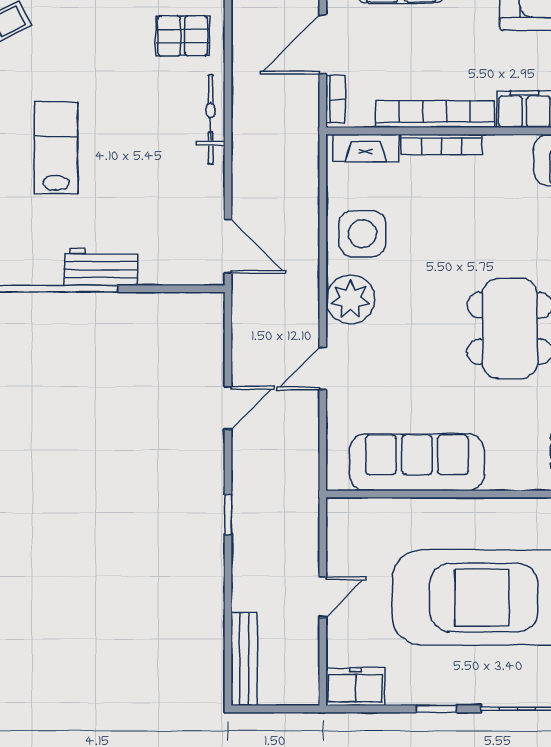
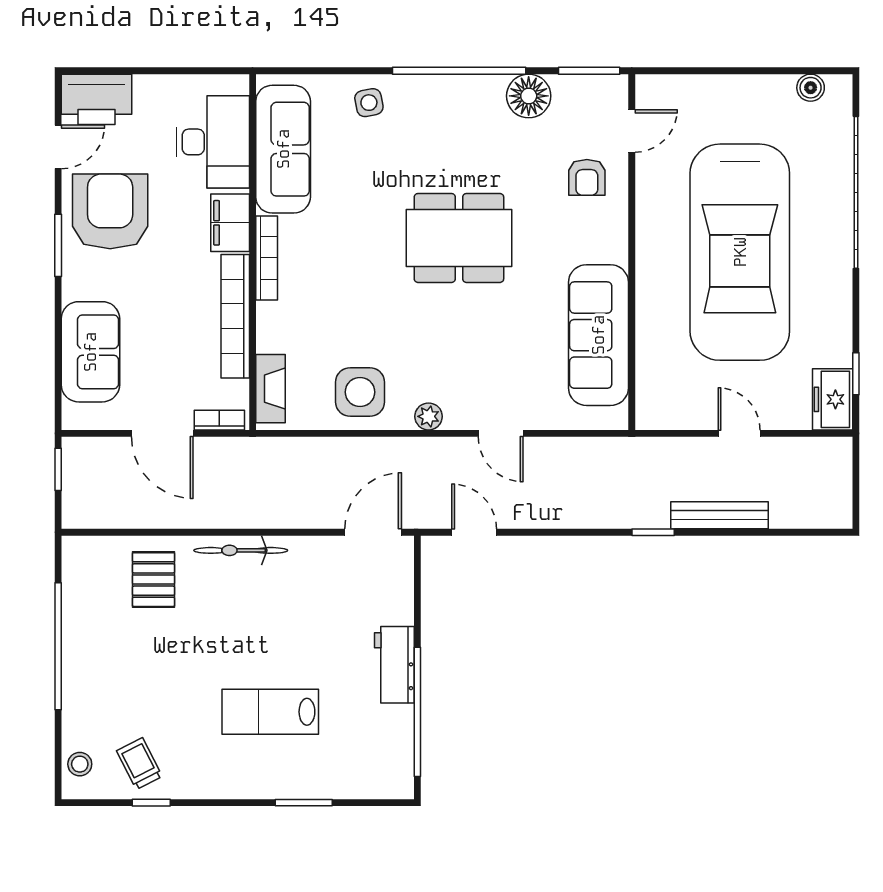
bookcase: (441, 144) -> (267, 258), moved
plant: (350, 299) -> (429, 416), width x0.53, depth x0.53
door: (228, 408) -> (474, 532), moved
bench: (244, 659) -> (719, 515), moved
window: (436, 709) -> (856, 374), moved

